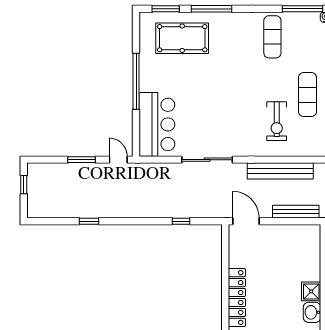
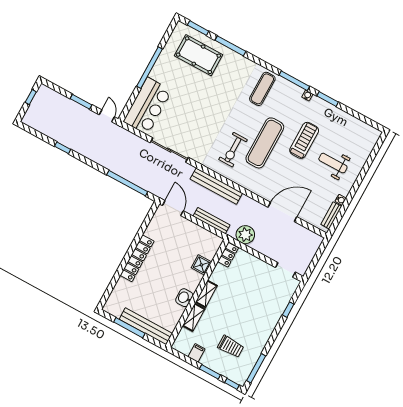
exercise mat: (307, 95) -> (265, 143), width x1.36, depth x1.45
window: (181, 221) -> (127, 183), width x3.17
shower: (311, 291) -> (201, 265), moved

